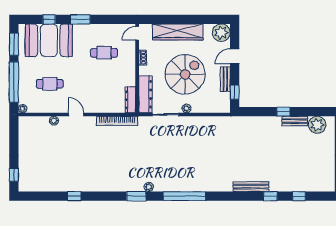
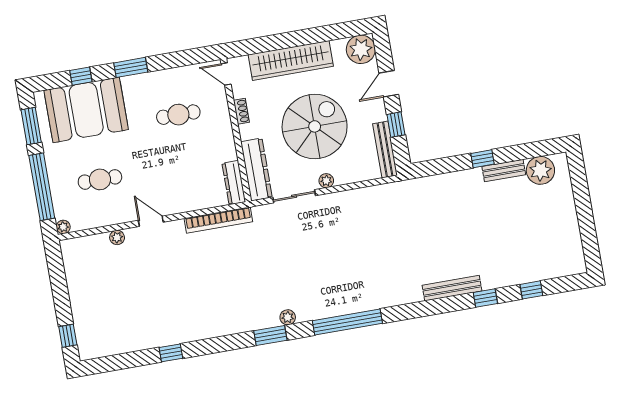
door: (137, 33) -> (226, 74), hinge flipped
bench: (225, 79) -> (385, 150), moved, width x1.36
window: (235, 92) -> (396, 125), moved

